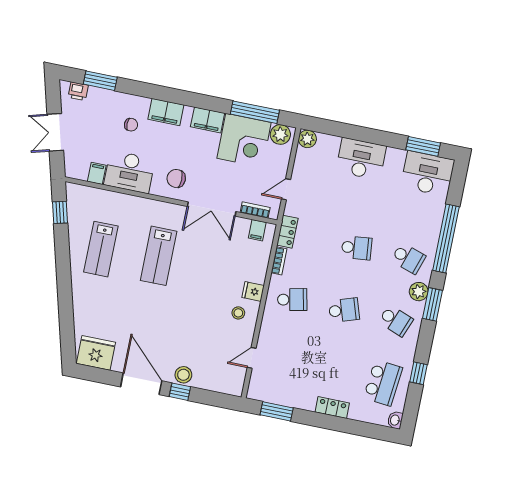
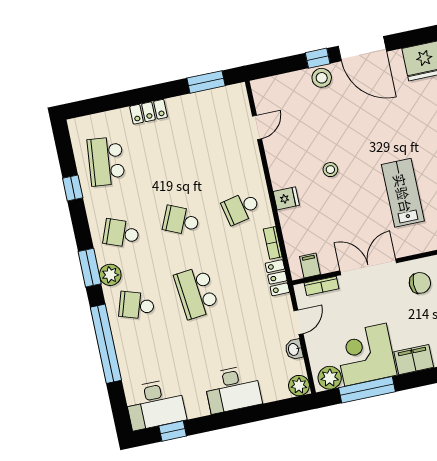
window: (423, 146) -> (173, 431), width x0.67
school desk: (357, 248) -> (196, 293), width x1.85
school desk: (344, 310) -> (181, 221), turned 42
stool: (238, 313) -> (330, 170), moved
washbasin: (395, 420) -> (294, 349), moved, turned 180

